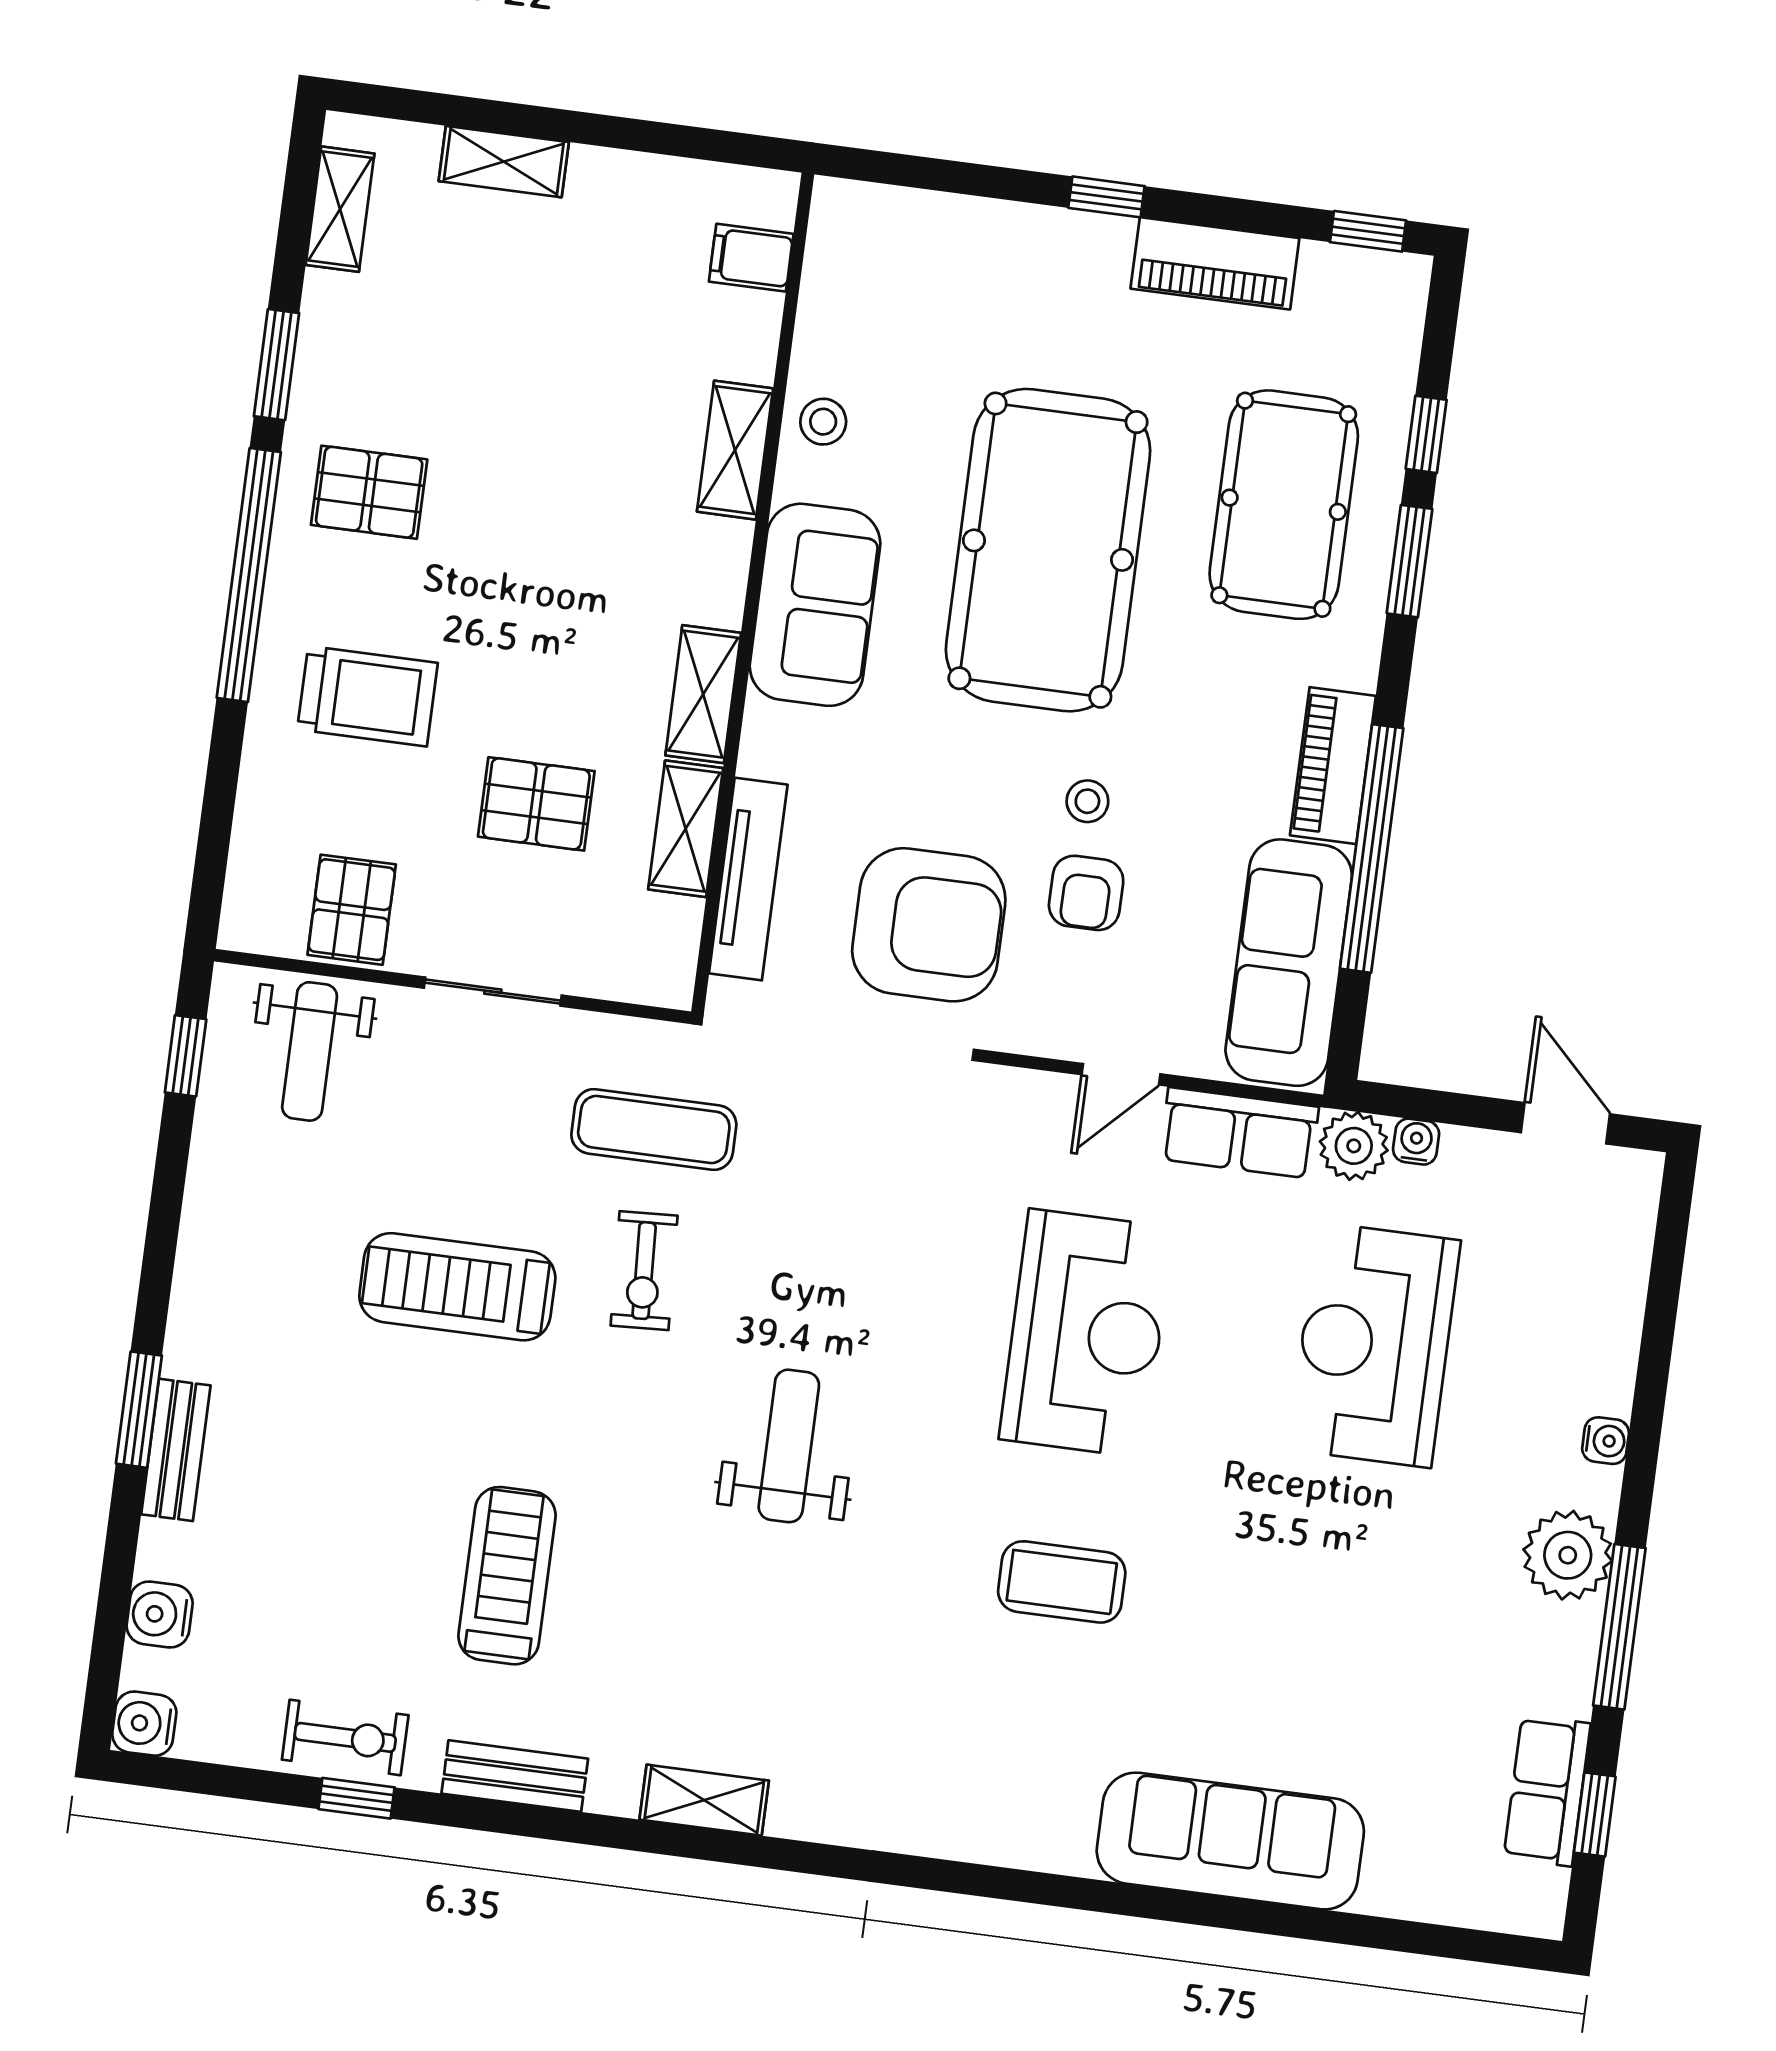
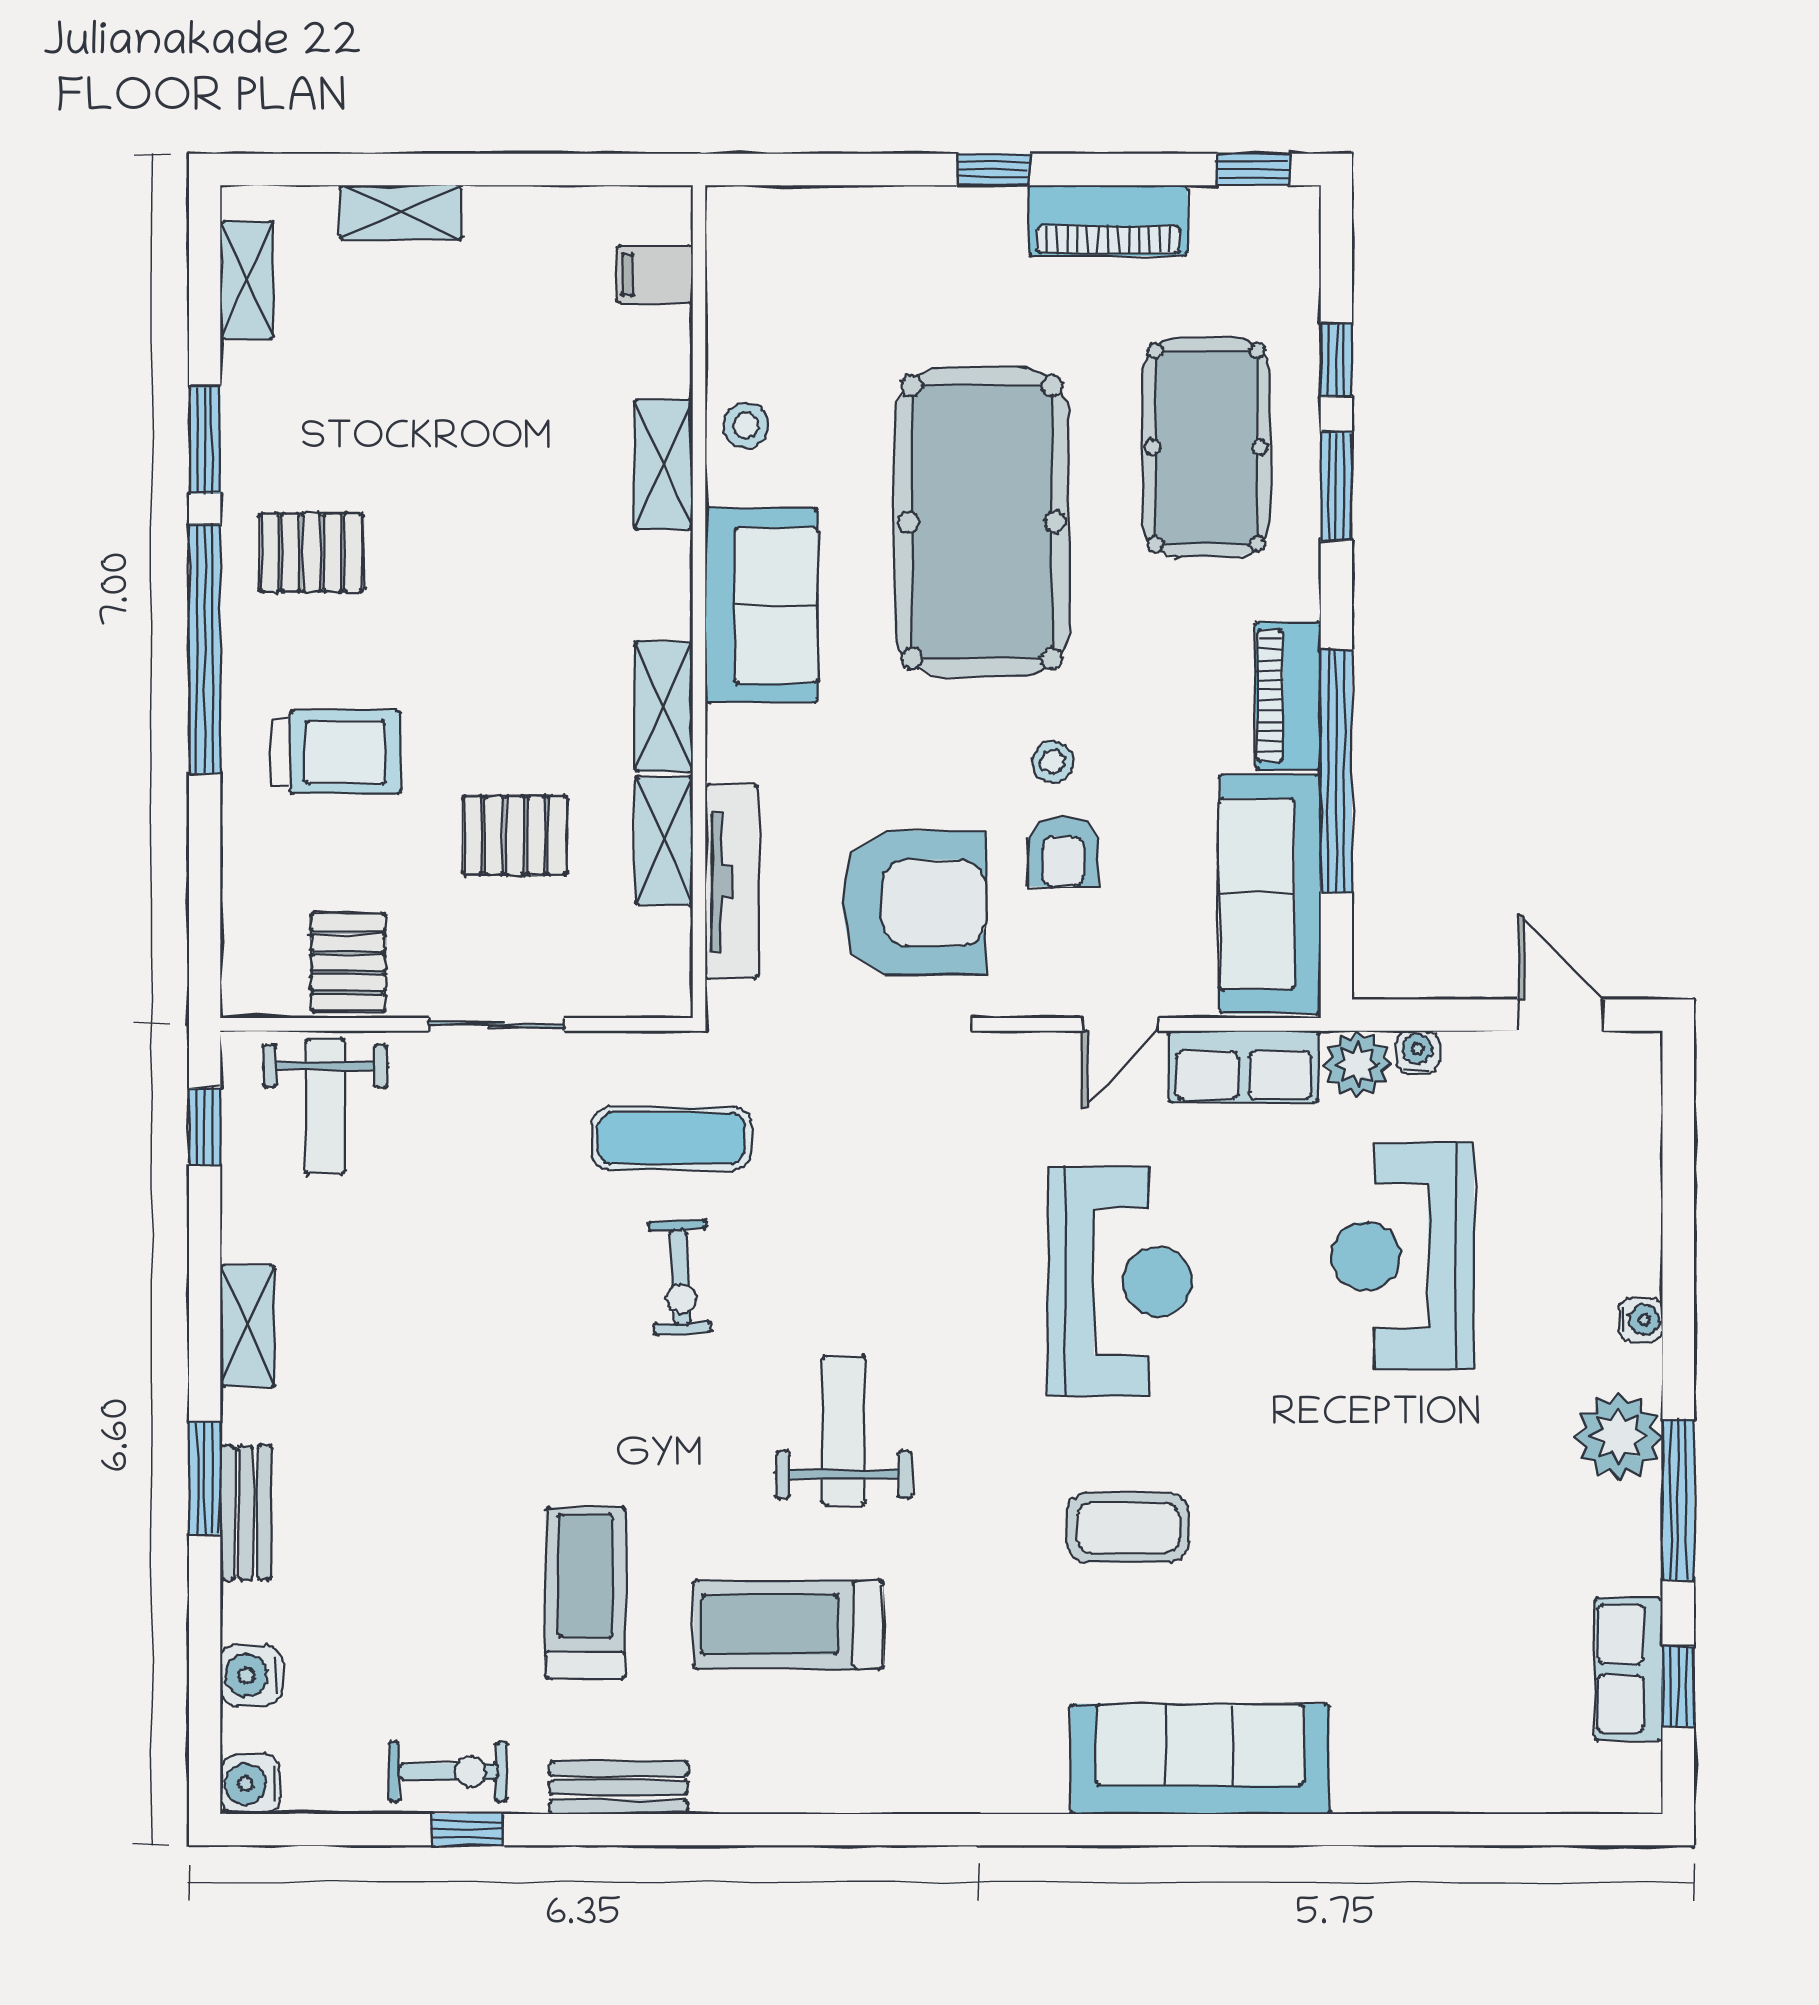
treadmill: (457, 1287) -> (789, 1625), moved
shelving: (704, 1800) -> (248, 1326), moved, turned 90
sofa: (1230, 1841) -> (1200, 1759), moved

